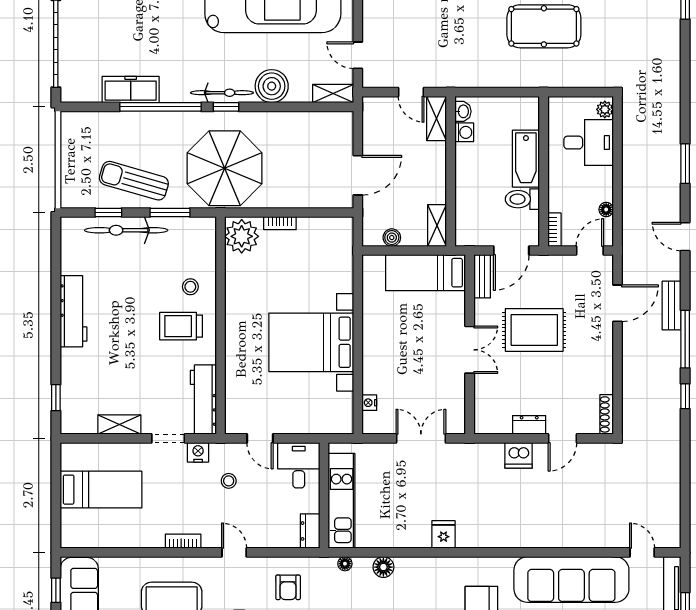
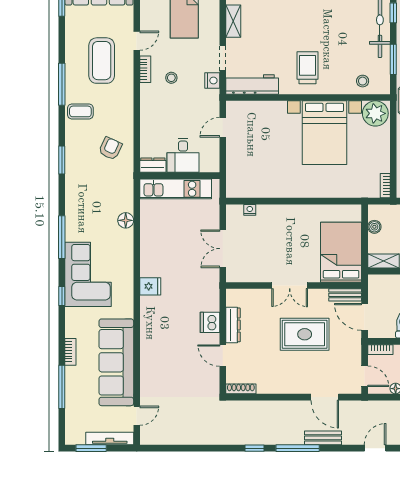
bookcase: (280, 223) -> (385, 186), moved
bed: (426, 273) -> (341, 252), width x1.50
stool: (190, 287) -> (363, 81), moved
rug: (534, 330) -> (305, 334), turned 90
bed with nightstands: (311, 342) -> (325, 133), moved, turned 180
dresser: (529, 425) -> (233, 325), width x1.44
double door: (421, 438) -> (223, 249), swing flipped
desk: (299, 465) -> (183, 155), moved, turned 90
stool: (229, 481) -> (171, 78), moved
fridge: (444, 534) -> (150, 286), moved
door: (234, 552) -> (137, 41), moved
floor lamp: (345, 564) -> (128, 191), removed
armchair: (288, 587) -> (110, 148), turned 115

